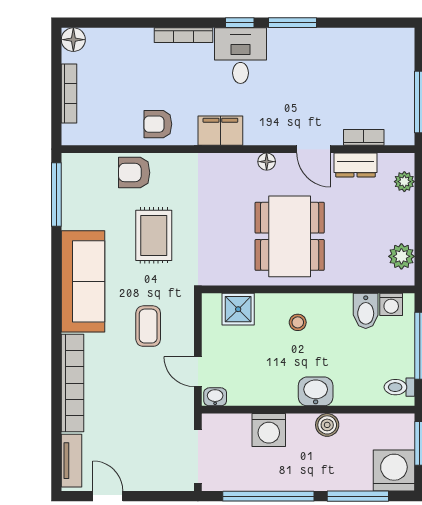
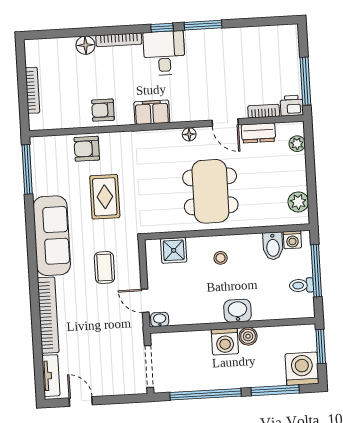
floor lamp: (73, 40) -> (86, 45), moved
printer: (400, 132) -> (292, 106), added
toilet: (399, 387) -> (301, 285), moved
washing machine: (269, 430) -> (225, 342), moved

